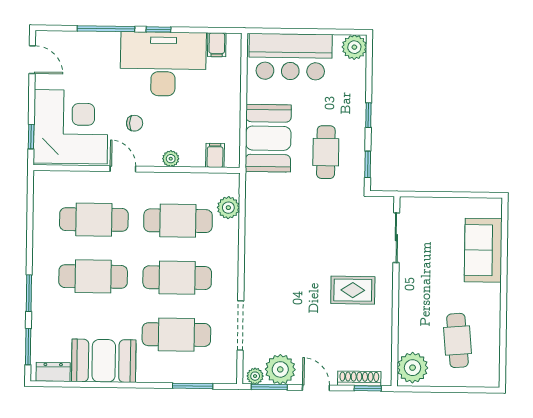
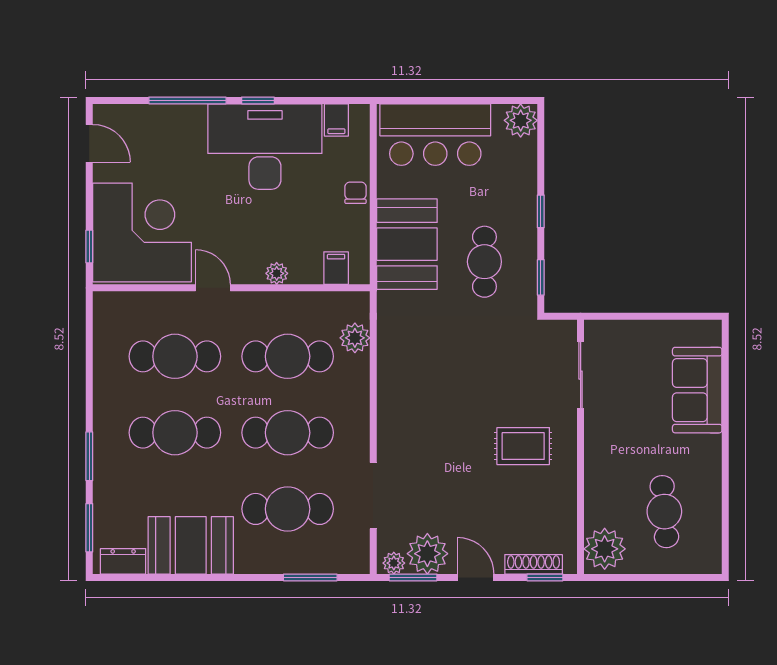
chair: (135, 123) -> (356, 193), moved, turned -90

